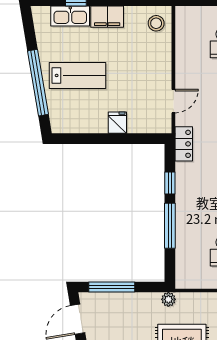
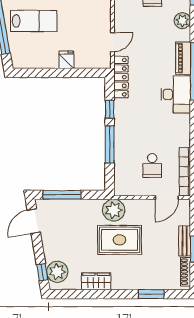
locker: (184, 144) -> (121, 77), width x1.53
plant: (168, 299) -> (114, 210), width x1.88, depth x1.88

